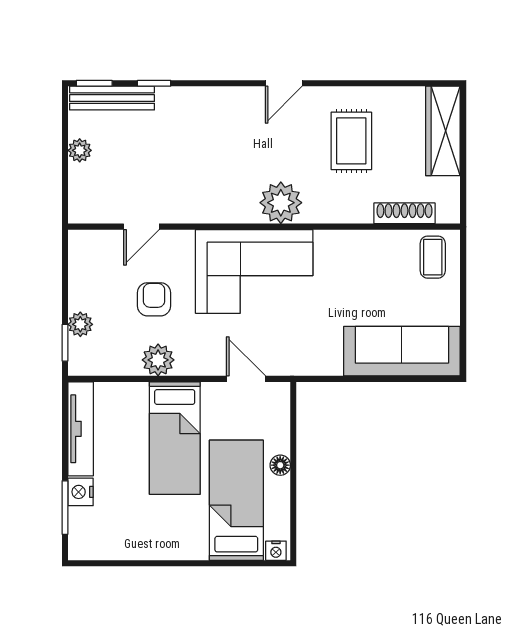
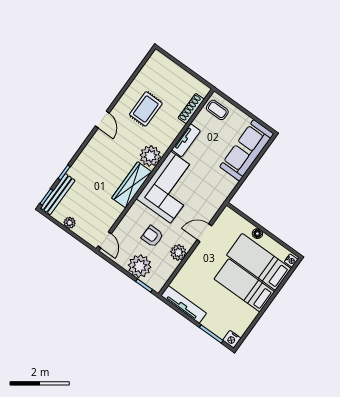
wardrobe: (443, 131) -> (132, 185), moved, turned 90
rug: (351, 141) -> (146, 109), turned 90
door: (141, 227) -> (105, 240), moved
tv unit: (348, 242) -> (186, 140), added
plant: (80, 324) -> (140, 266), width x1.88, depth x1.88
door: (246, 379) -> (204, 233), moved
bed: (175, 438) -> (244, 285), moved, turned 180
nightstand: (81, 492) -> (232, 339), moved

